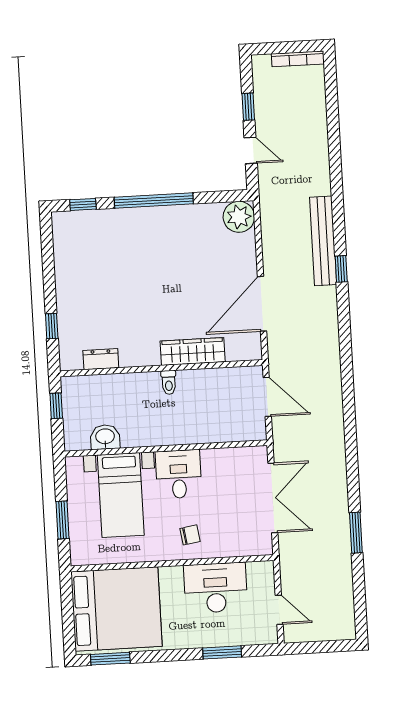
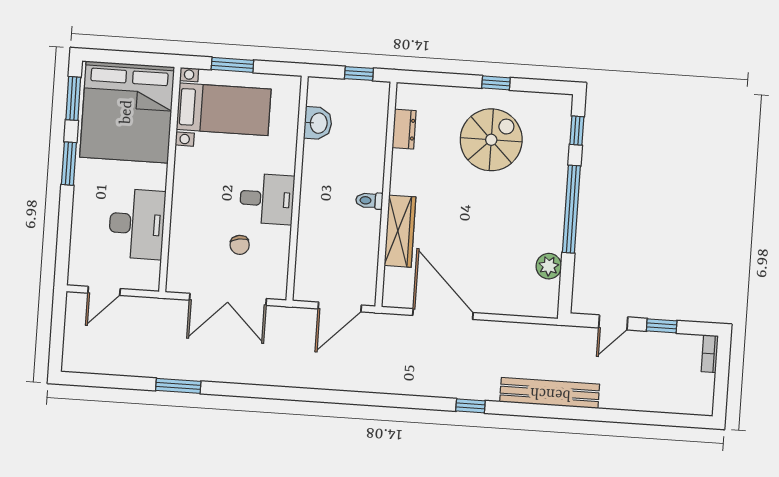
bookcase: (298, 59) -> (710, 354), moved, width x0.64
plant: (239, 217) -> (549, 266), moved, width x0.73, depth x0.73
bench: (323, 241) -> (550, 393), moved
spiral stairs: (101, 280) -> (491, 140), added
window: (52, 326) -> (496, 83), moved
bed with nightstands: (121, 495) -> (224, 109), moved, turned 180
chair: (190, 535) -> (240, 245), moved
window: (222, 652) -> (69, 164), moved

